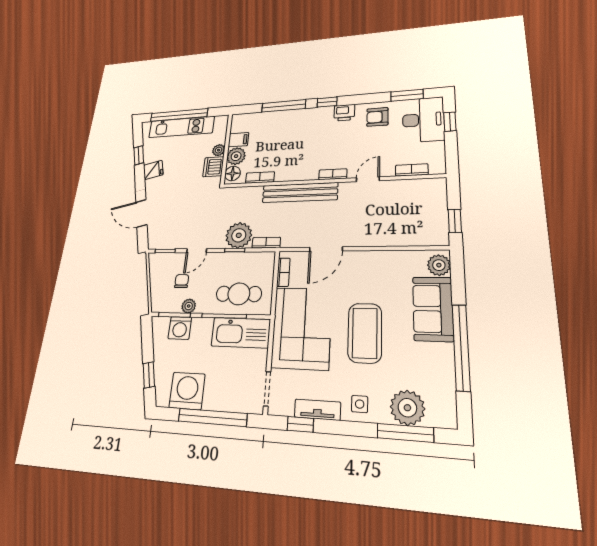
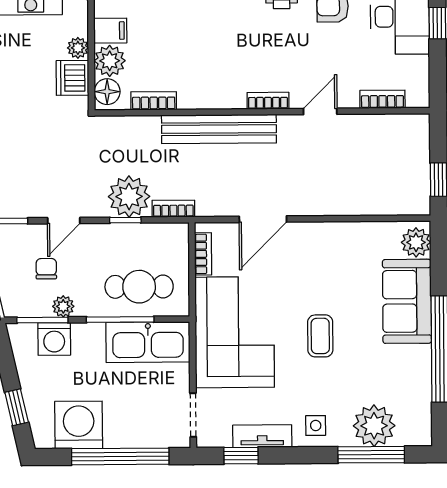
coffee table: (365, 333) -> (320, 336), width x0.54, depth x0.58

